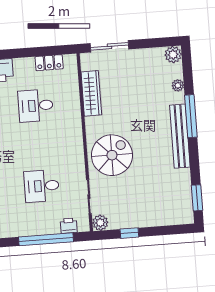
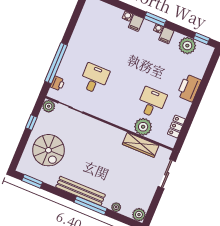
plant: (69, 101) -> (143, 127), added
spiral stairs: (112, 155) -> (48, 150), moved

